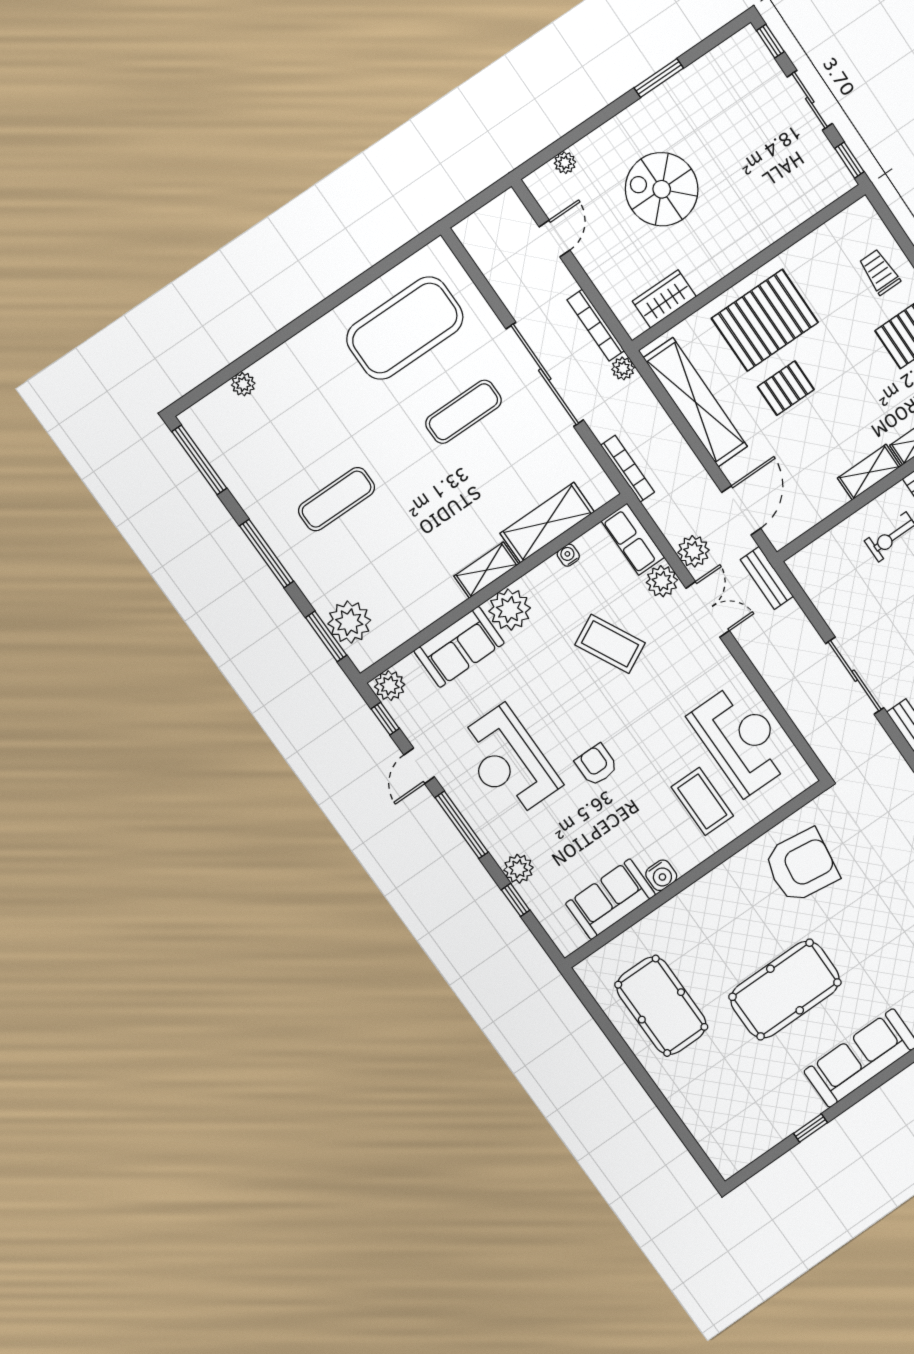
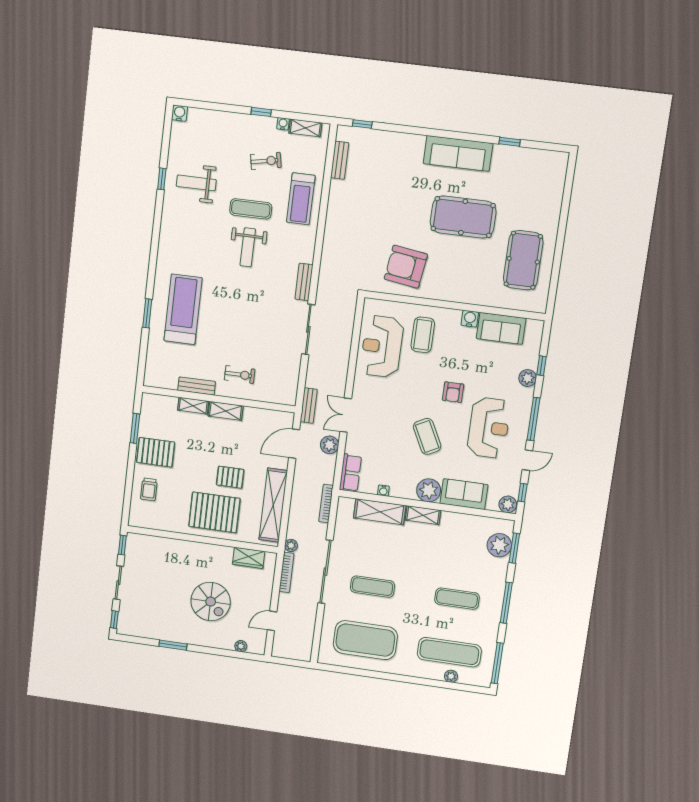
exercise mat: (277, 416) -> (449, 652), added
plant: (662, 581) -> (354, 444), removed
coffee table: (610, 644) -> (427, 436), moved

